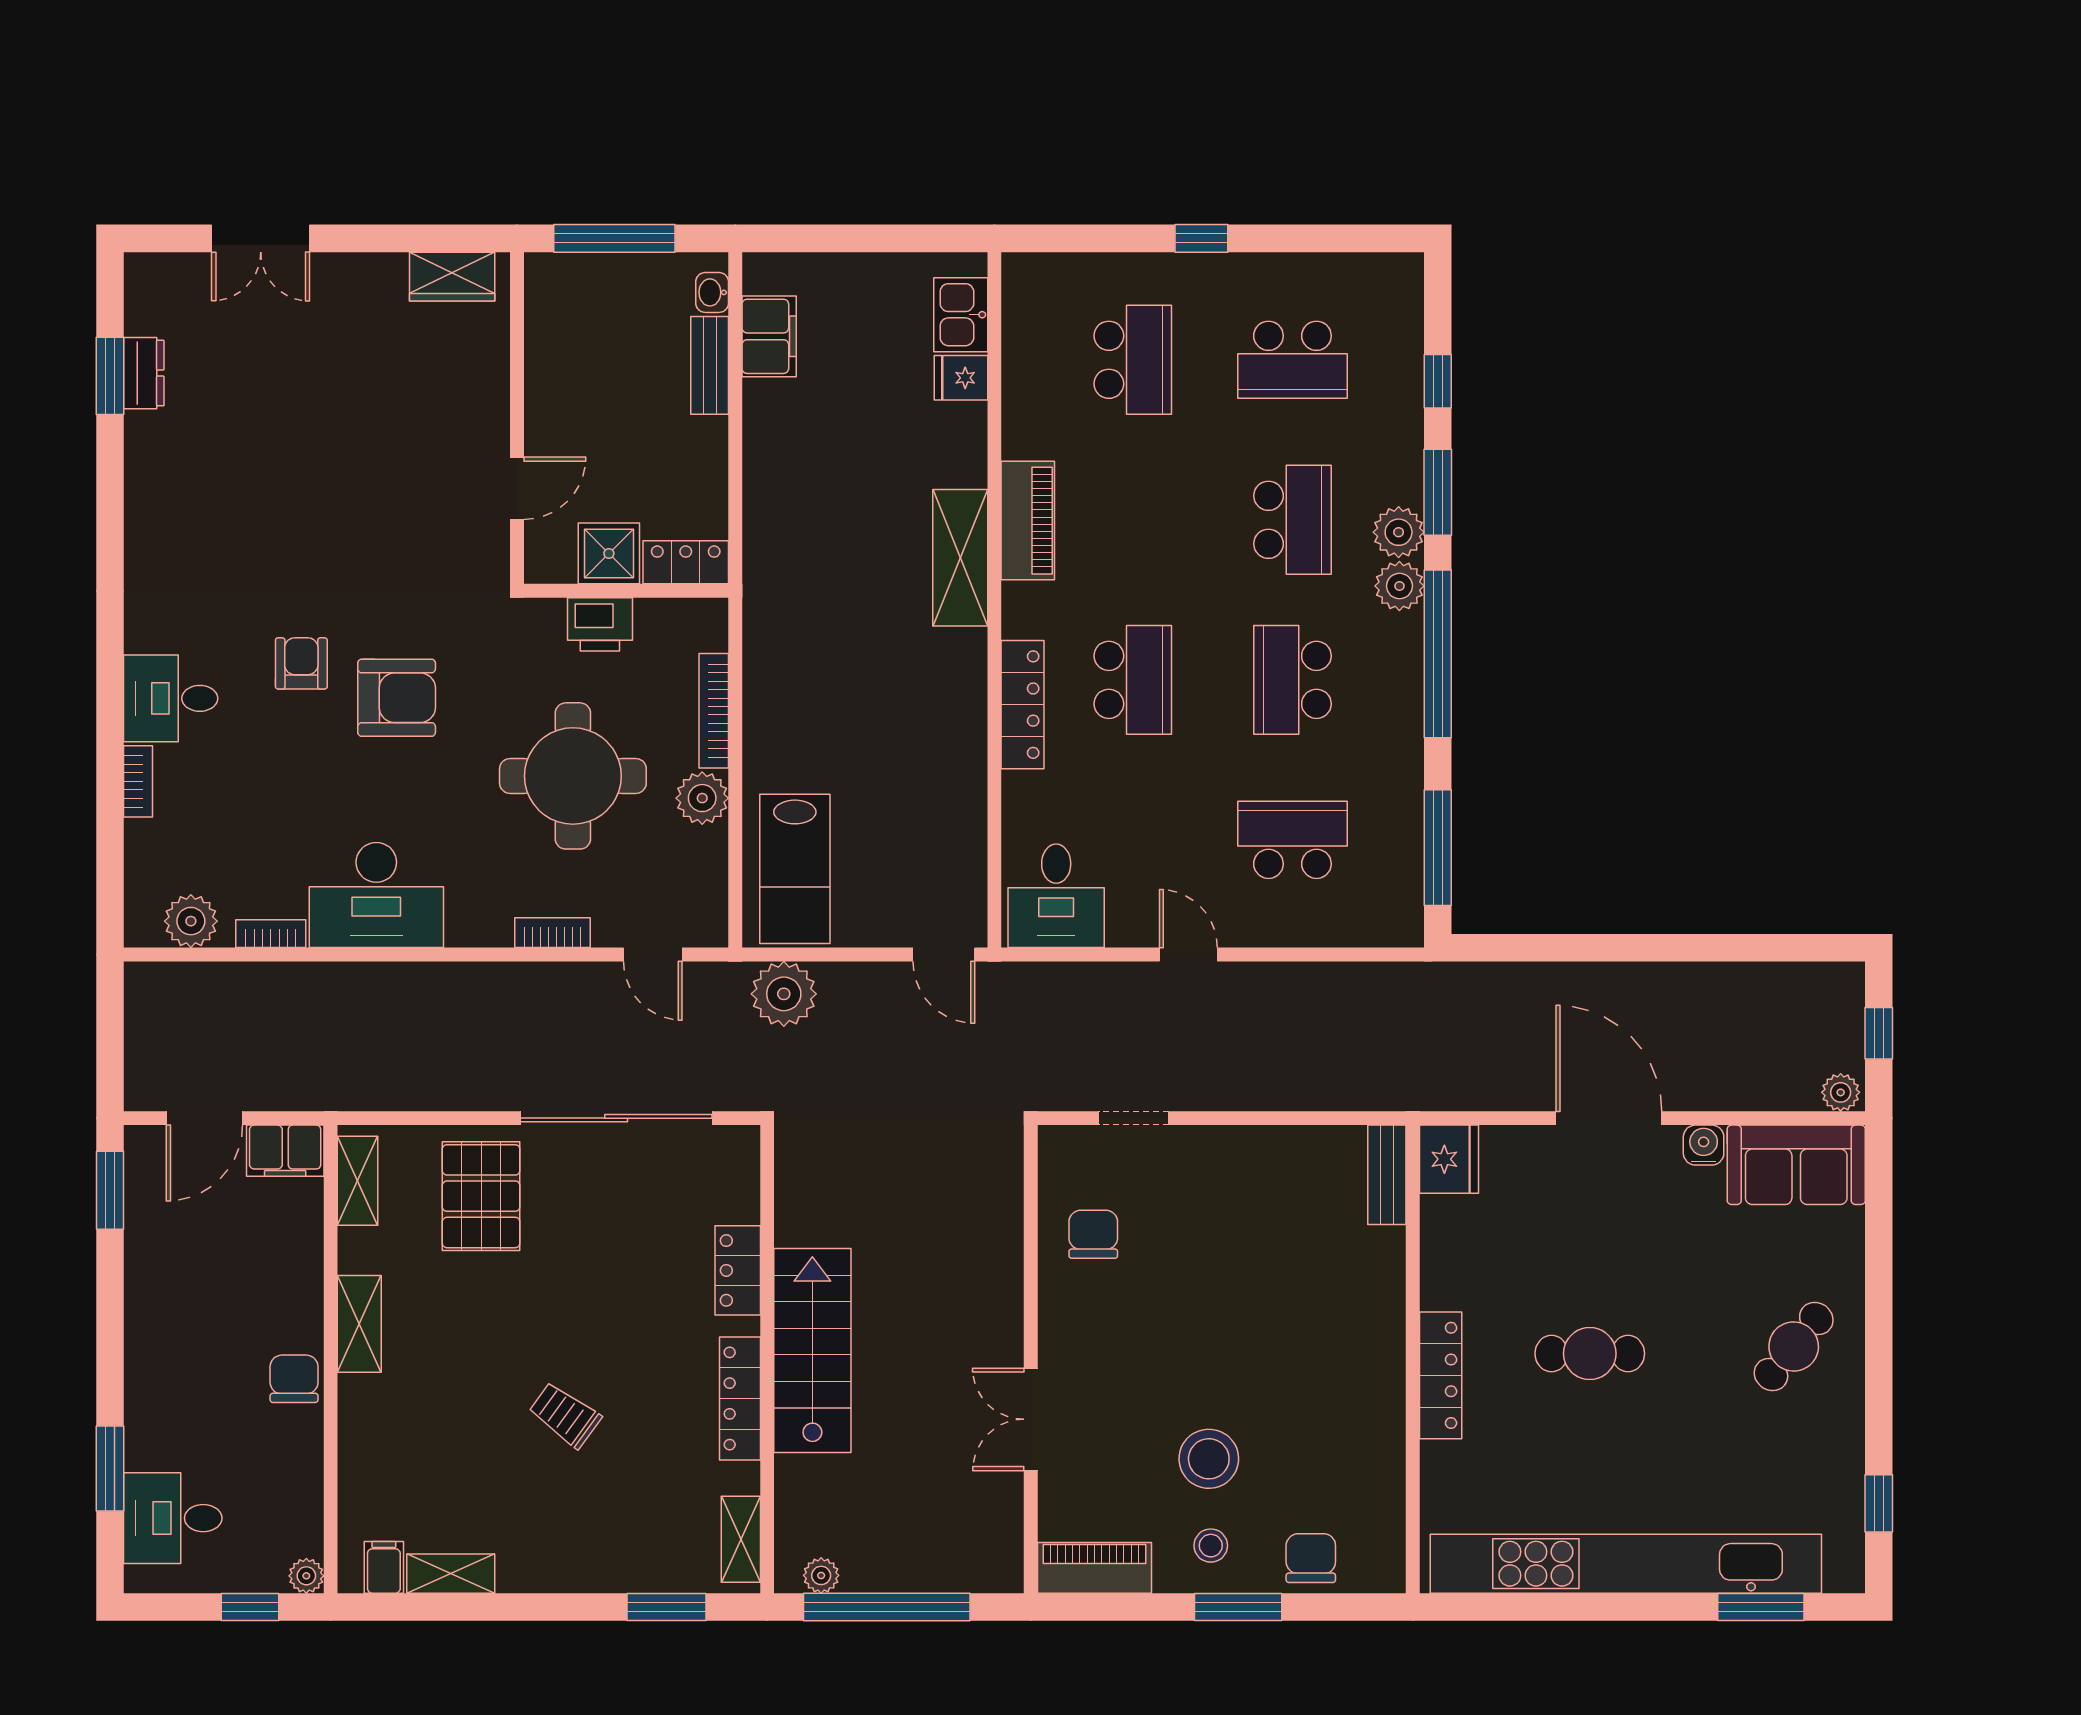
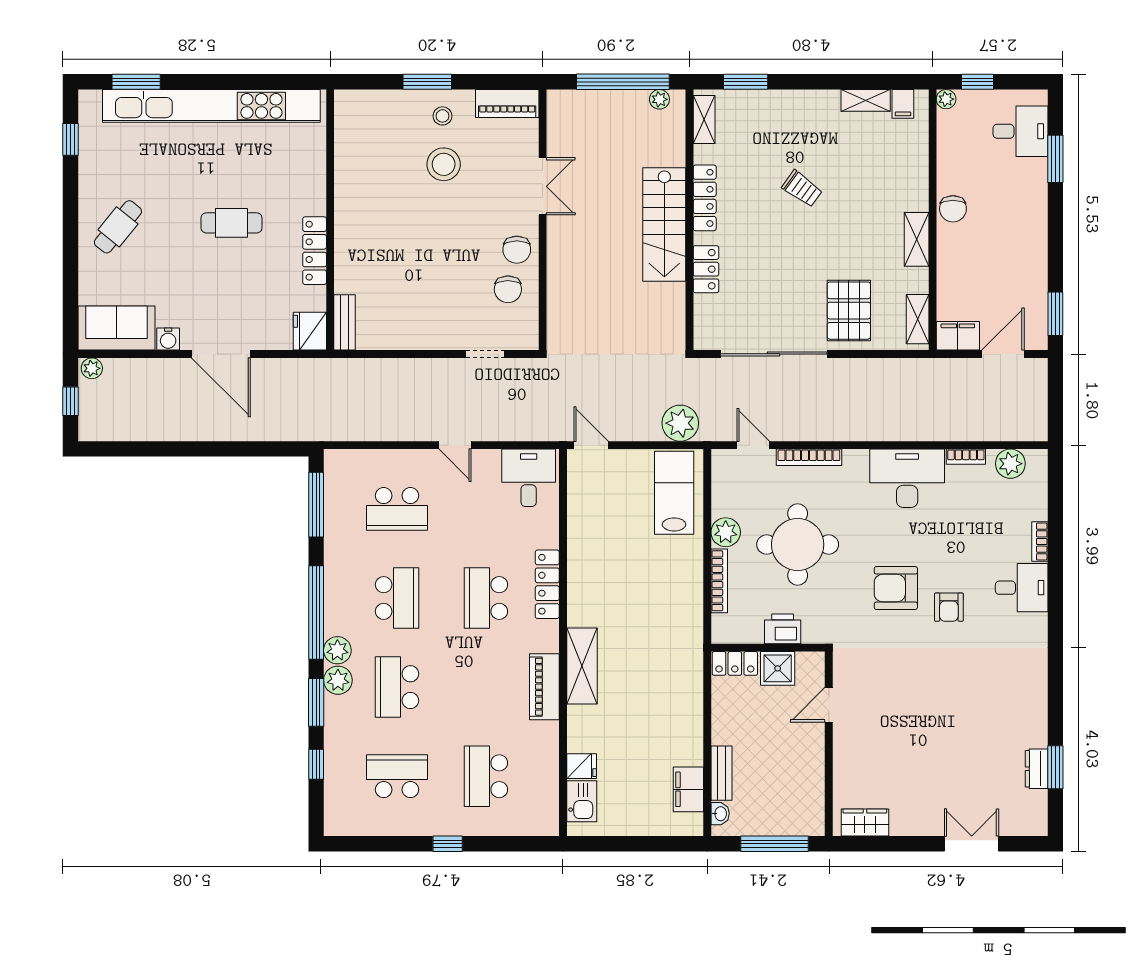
bookcase: (553, 933) -> (809, 457), width x1.56
locker: (1441, 1375) -> (315, 251), moved
chair: (1311, 1558) -> (517, 250), moved

